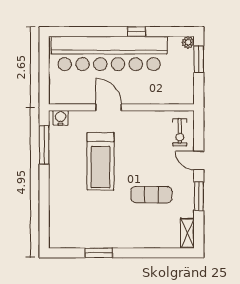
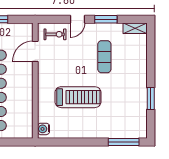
door: (109, 107) -> (35, 51), moved
window: (44, 145) -> (124, 142), moved

